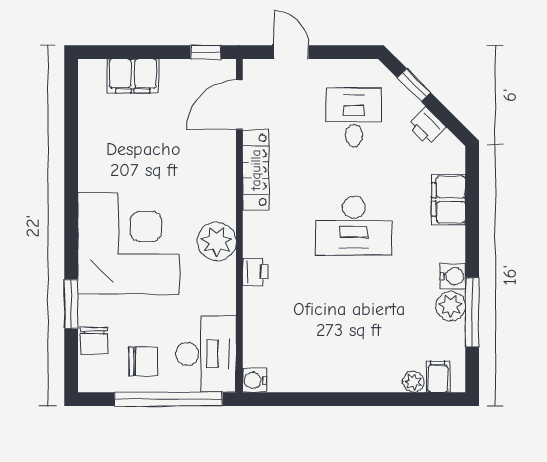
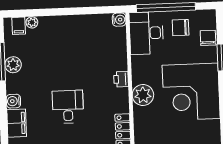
desk: (354, 226) -> (68, 107), width x0.73
water cooler: (453, 276) -> (13, 101), moved

